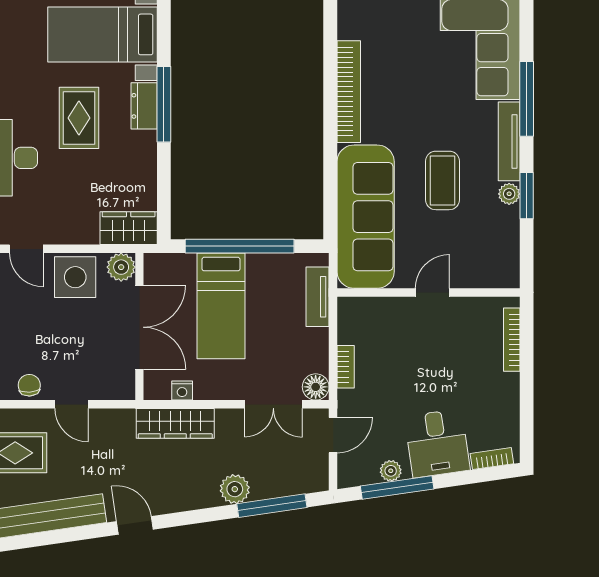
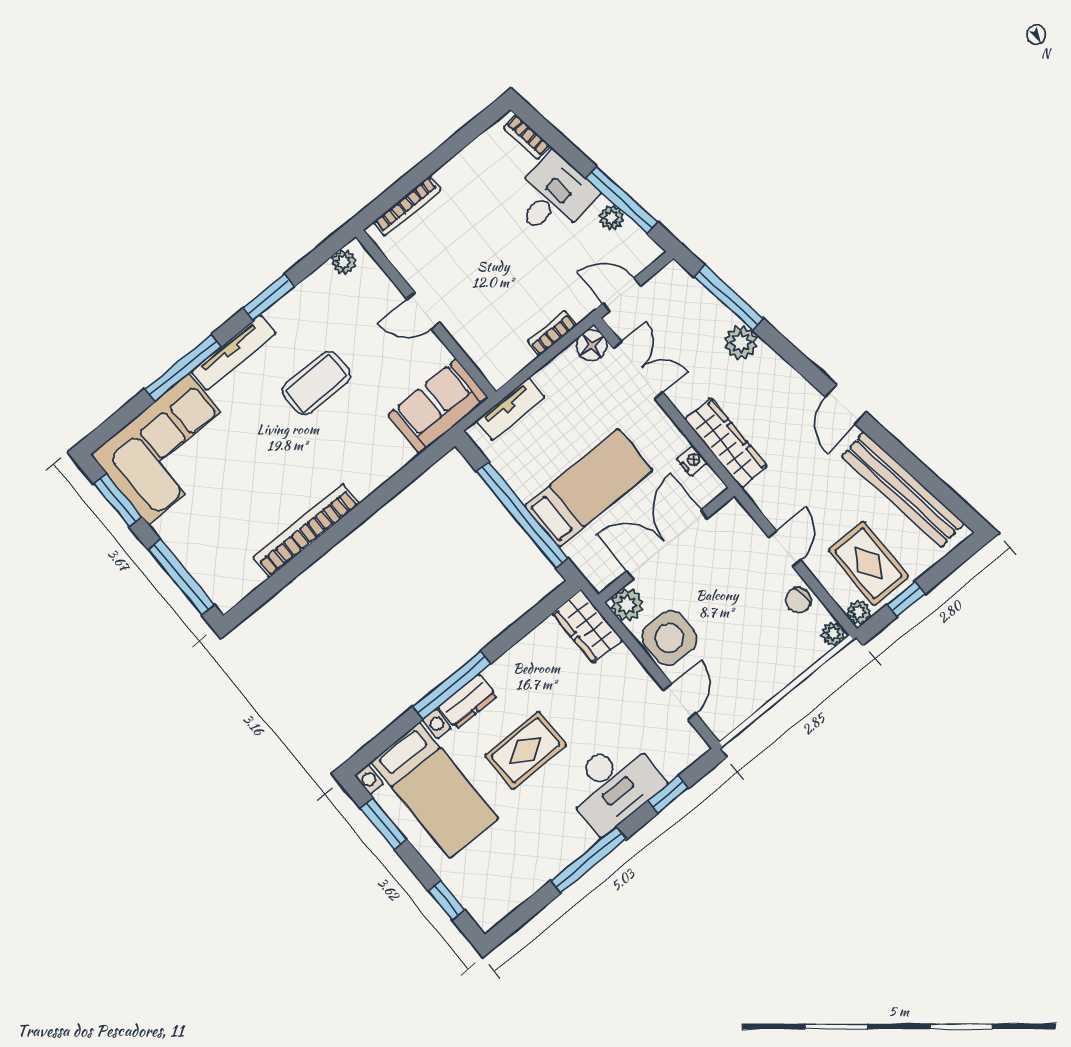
plant: (509, 194) -> (344, 262), moved
sofa: (366, 217) -> (438, 406), width x0.54, depth x0.79

